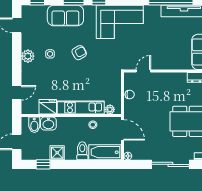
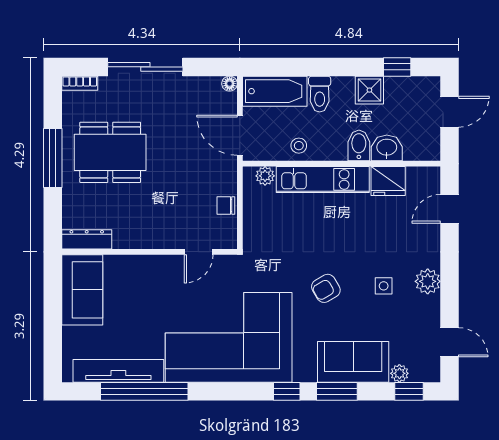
plant: (42, 10) -> (399, 373), added
corner sofa: (120, 22) -> (229, 337), width x1.36, depth x1.36
bidet: (34, 125) -> (359, 145), moved

